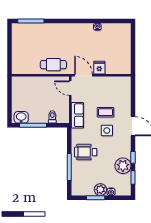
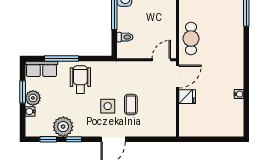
row of seats: (77, 115) -> (42, 69), moved

